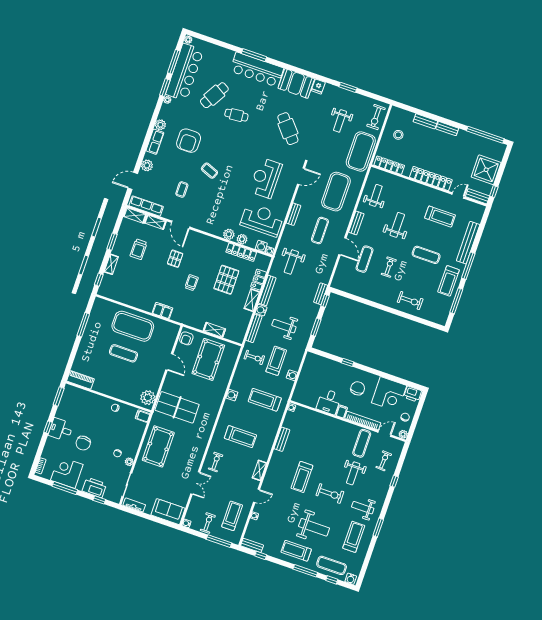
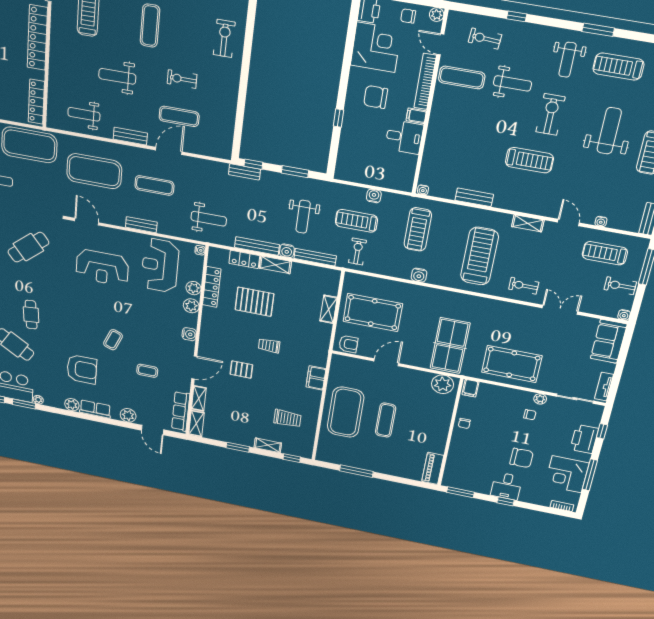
water cooler: (261, 246) -> (189, 334), moved
trolley: (139, 249) -> (287, 418), moved
treadmill: (240, 437) -> (479, 256), width x1.37, depth x1.38

